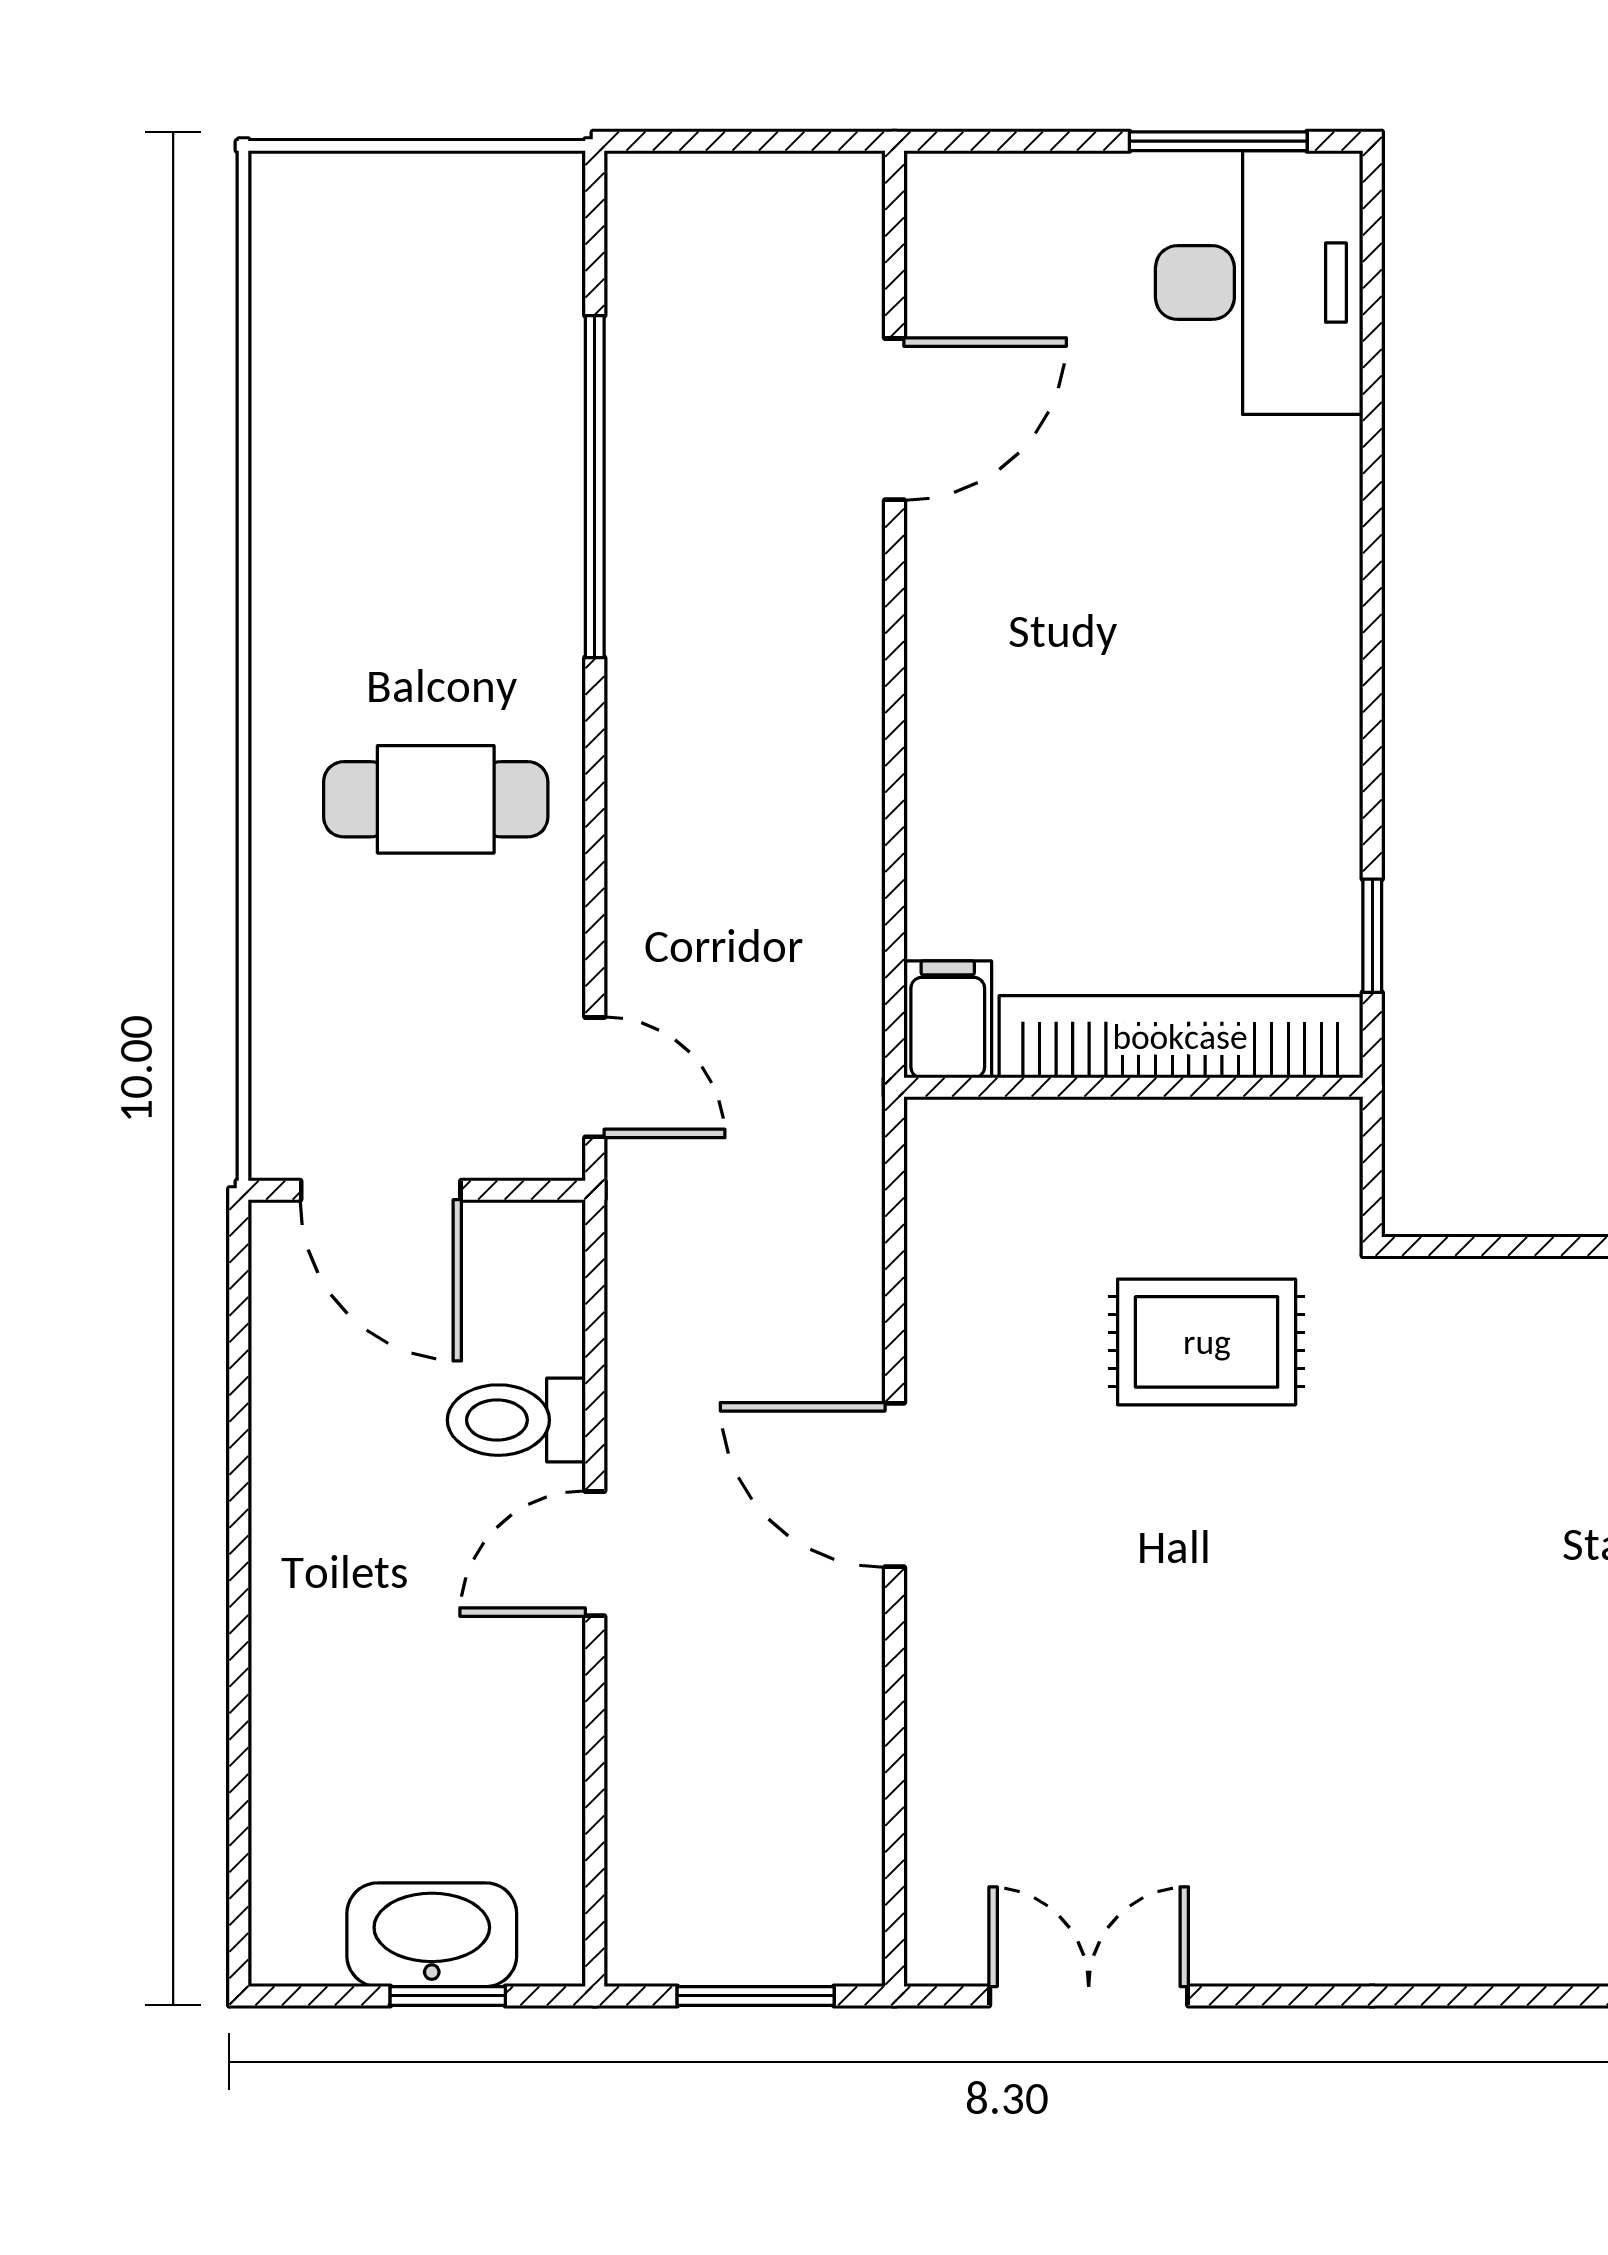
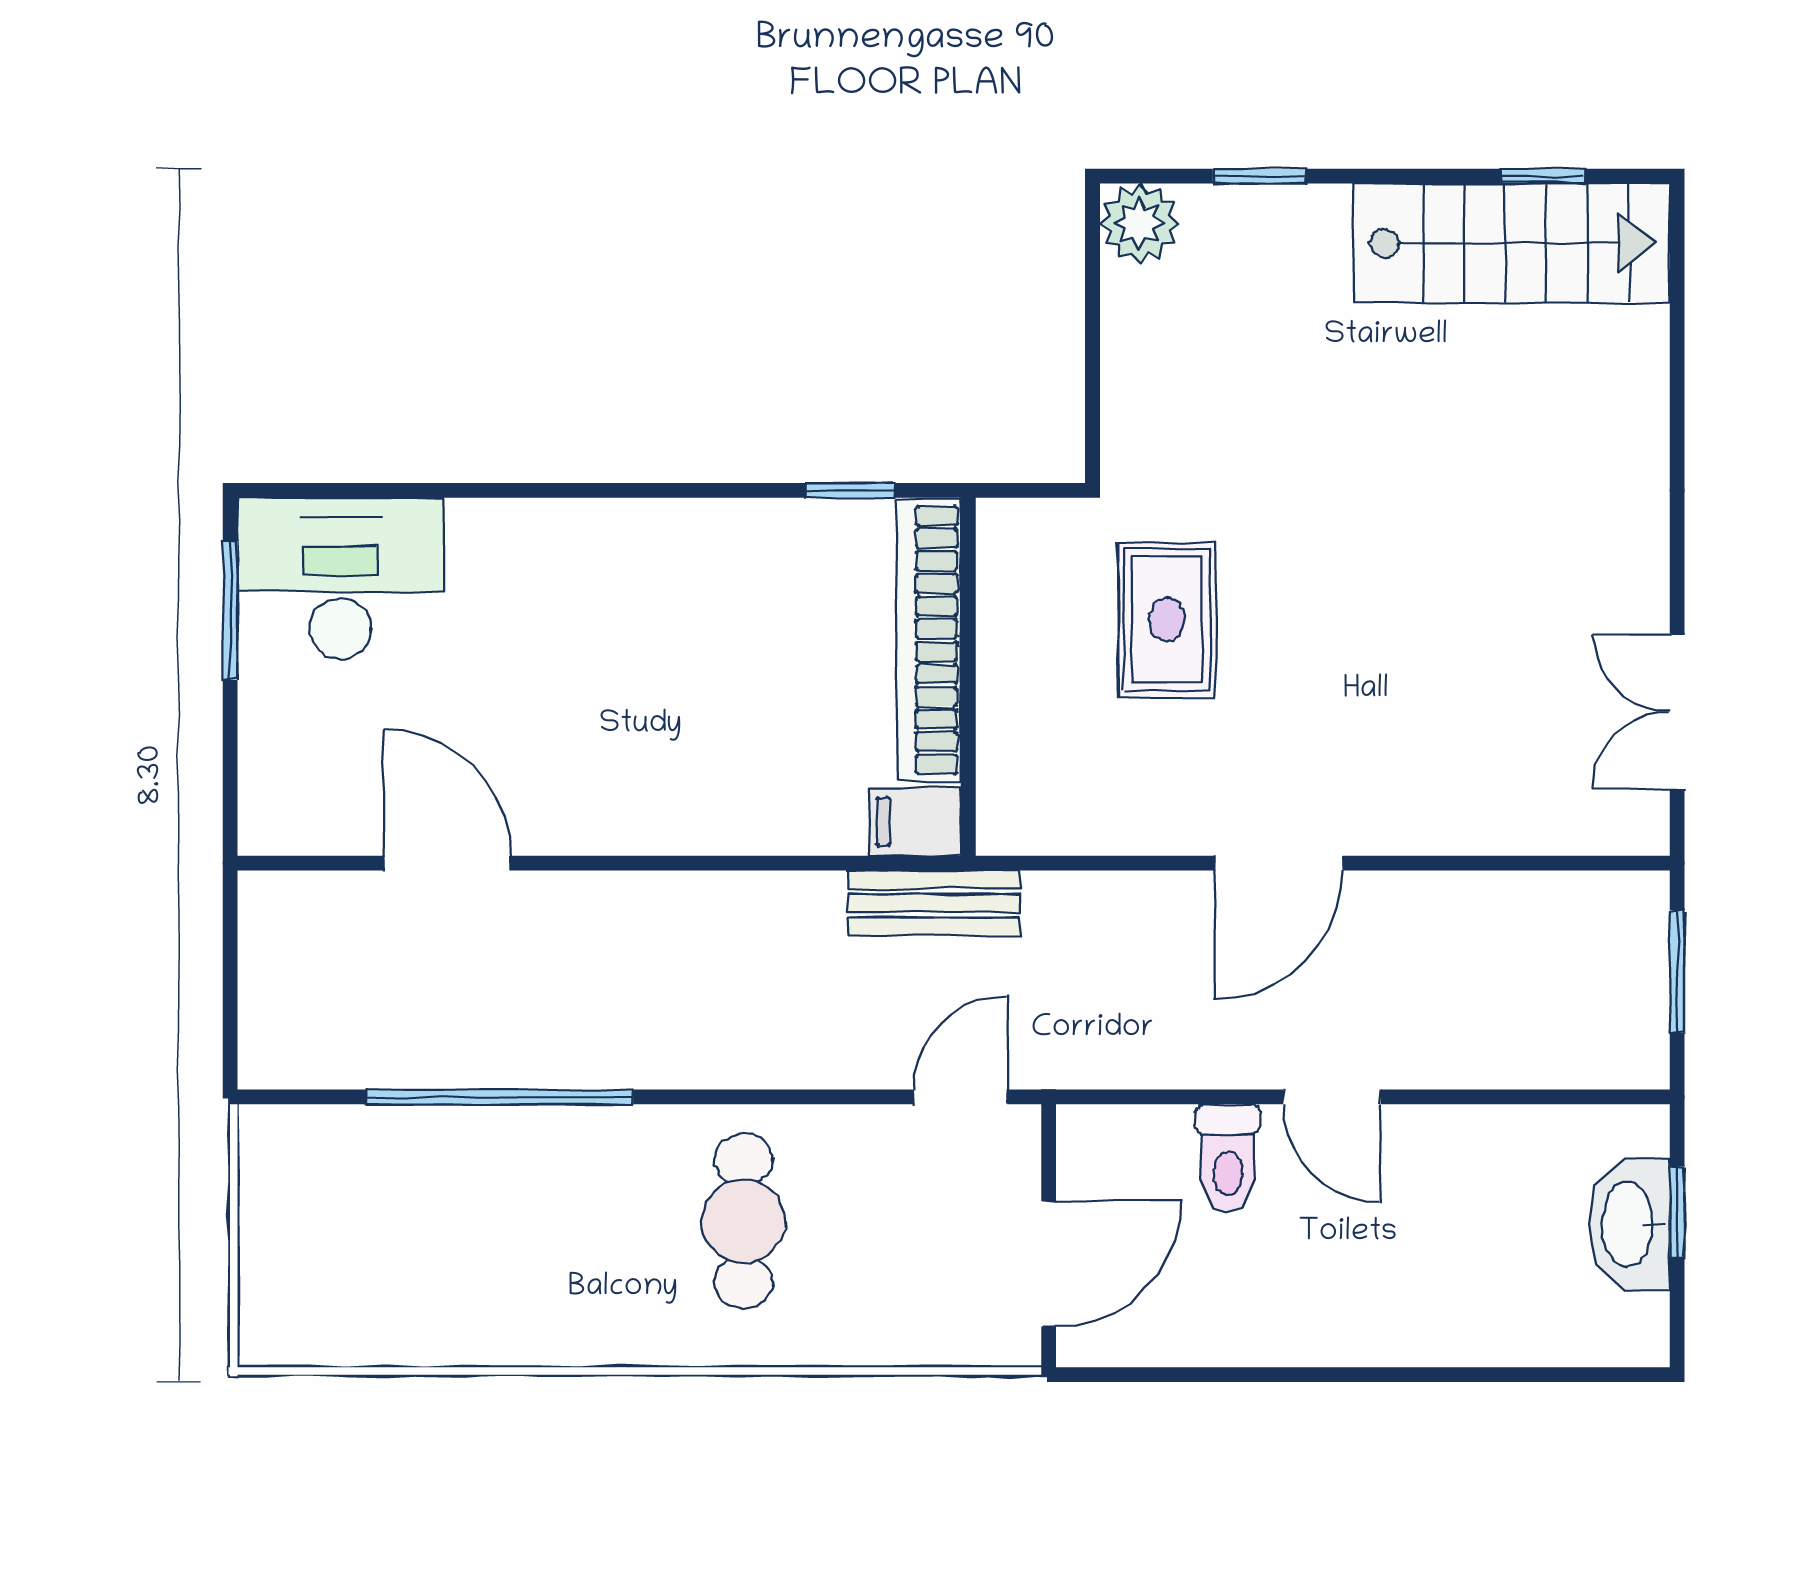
bench: (843, 1044) -> (934, 903), added

